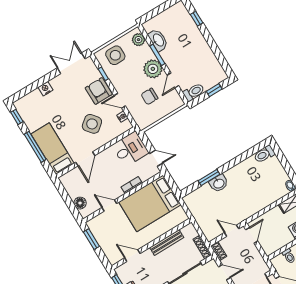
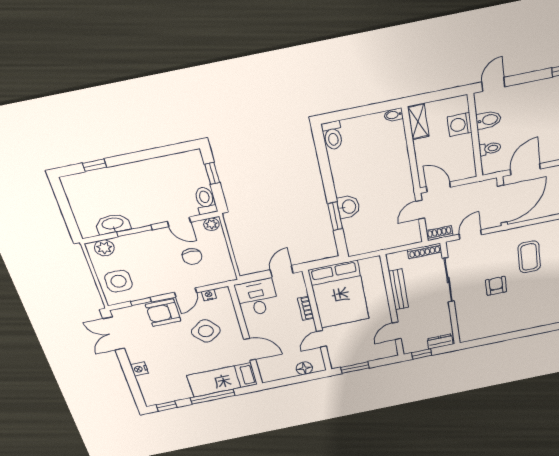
plant: (153, 69) -> (211, 224), moved, width x0.53, depth x0.53

